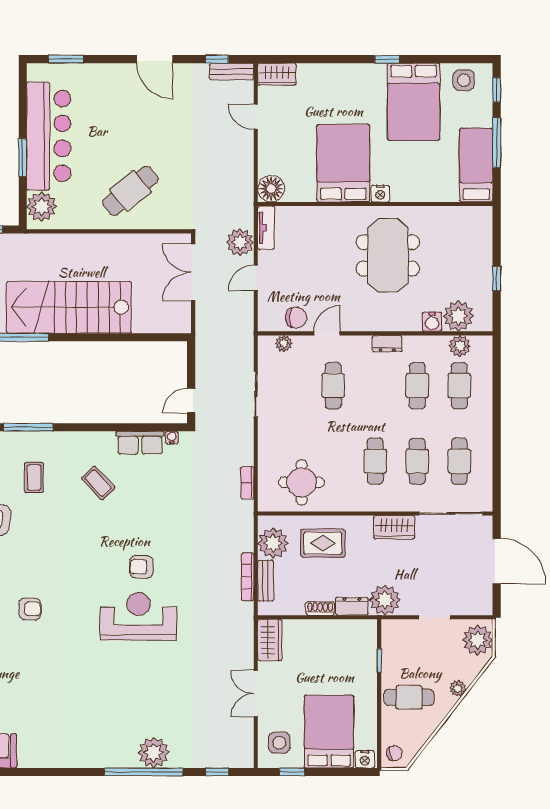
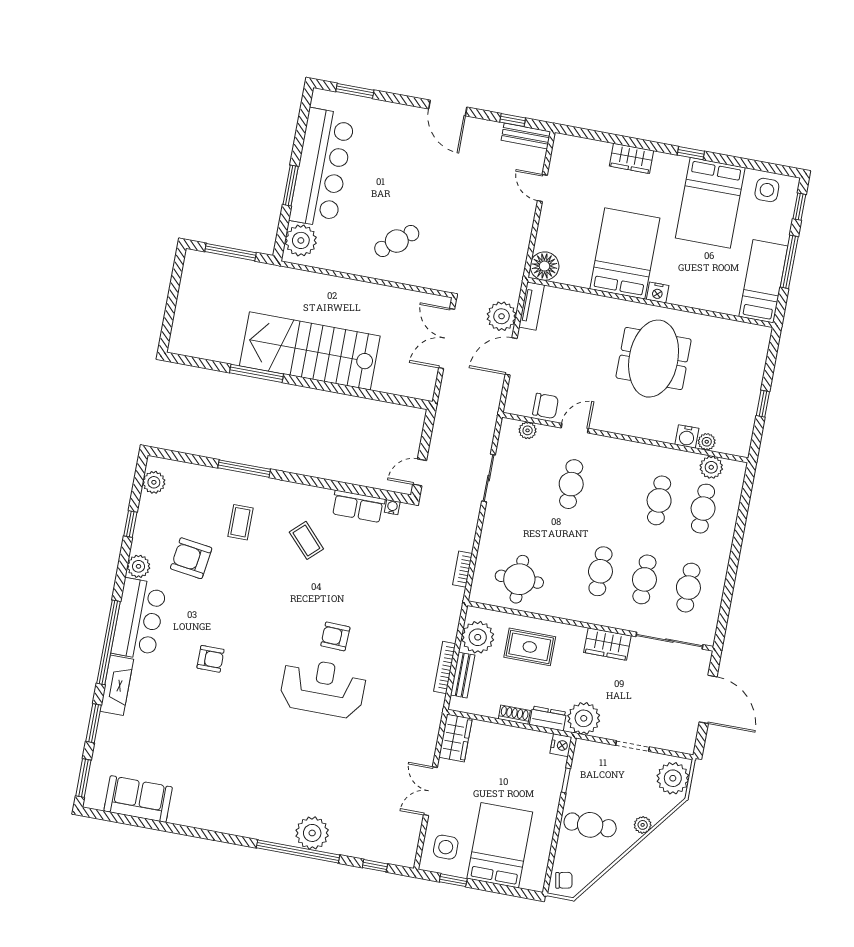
wardrobe: (277, 74) -> (631, 158), moved
cafe table: (130, 191) -> (397, 241), width x0.73, depth x0.74
door: (256, 278) -> (511, 356), width x1.38
plant: (458, 316) -> (707, 442), width x0.53, depth x0.53
dresser: (387, 344) -> (636, 451), removed
nightstand: (365, 759) -> (561, 745), moved, turned -90

